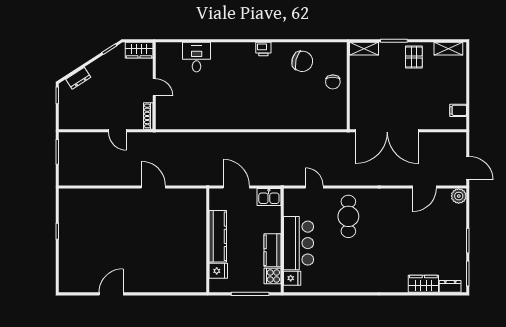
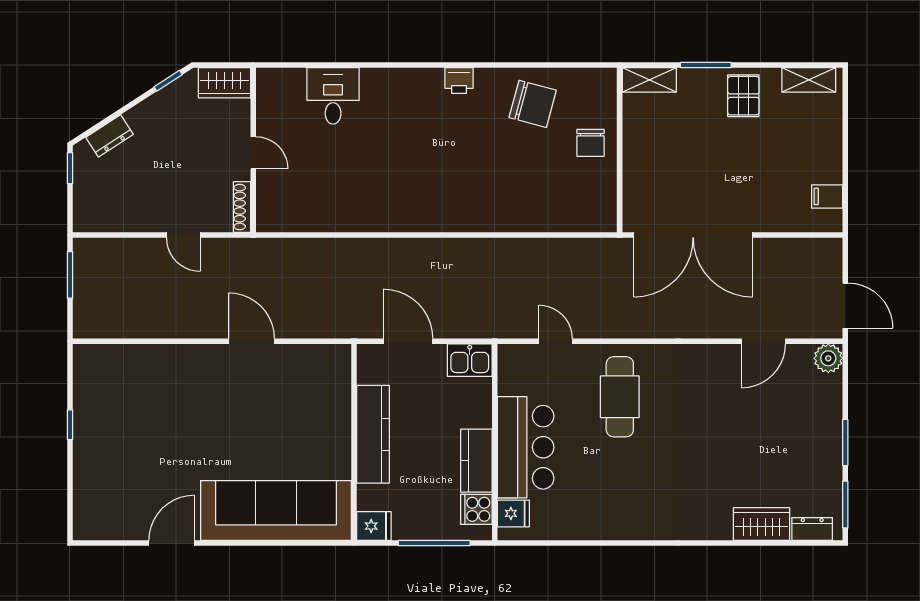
fridge: (218, 271) -> (374, 526), moved
sofa: (166, 277) -> (276, 510), added

